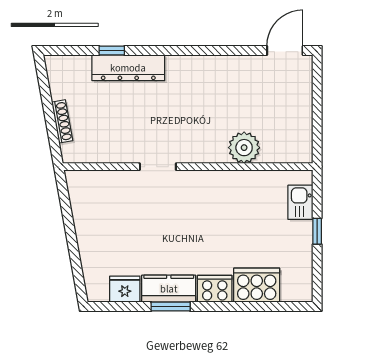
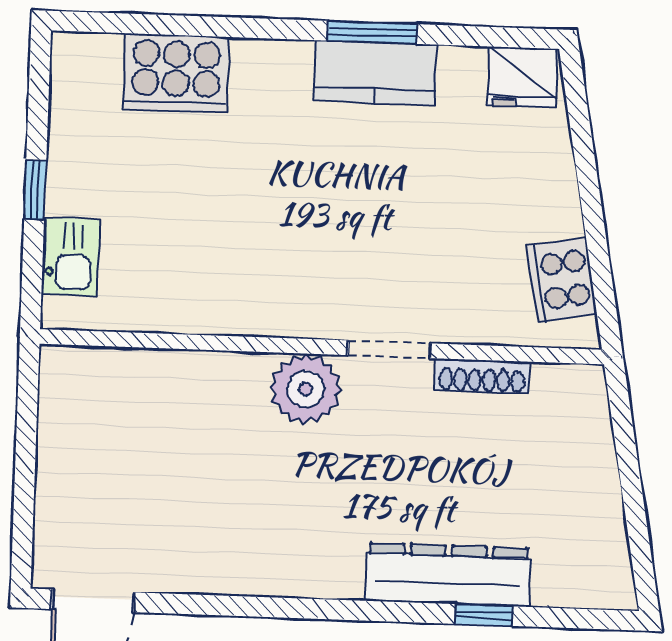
shoe rack: (62, 121) -> (482, 376), moved, turned -80
plant: (244, 148) -> (306, 389), moved
fridge: (125, 289) -> (523, 77), moved
cooker: (215, 289) -> (562, 280), moved, turned 80

